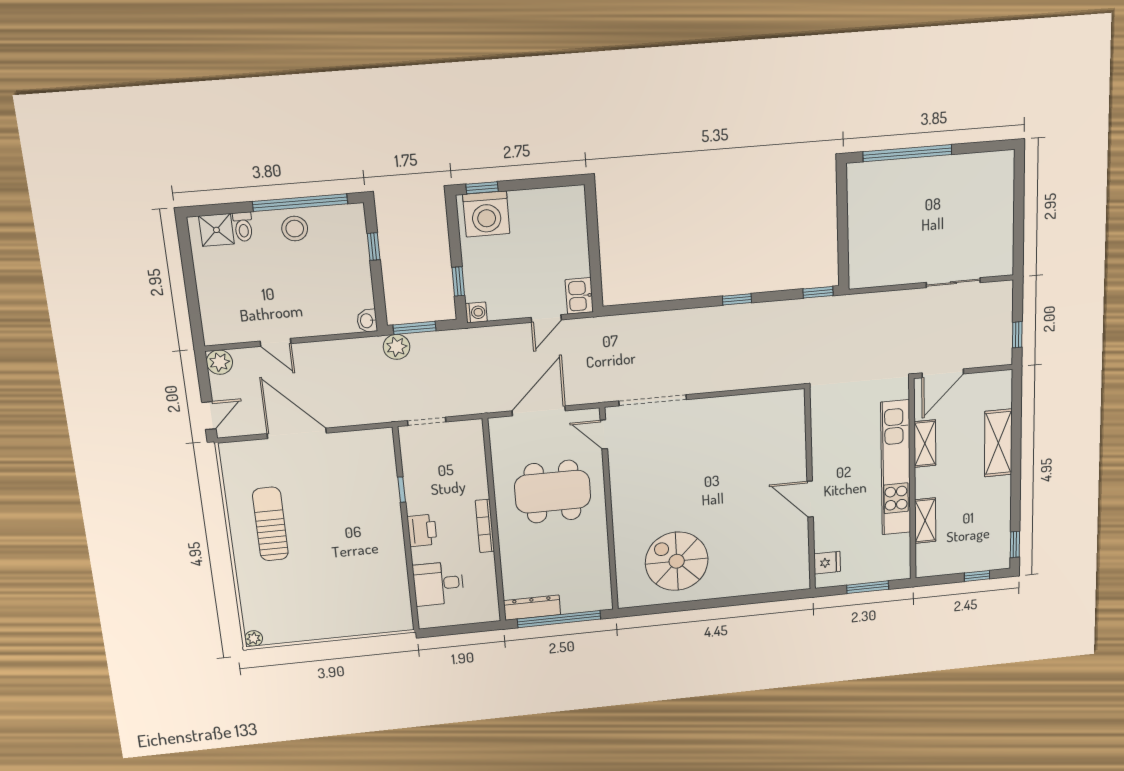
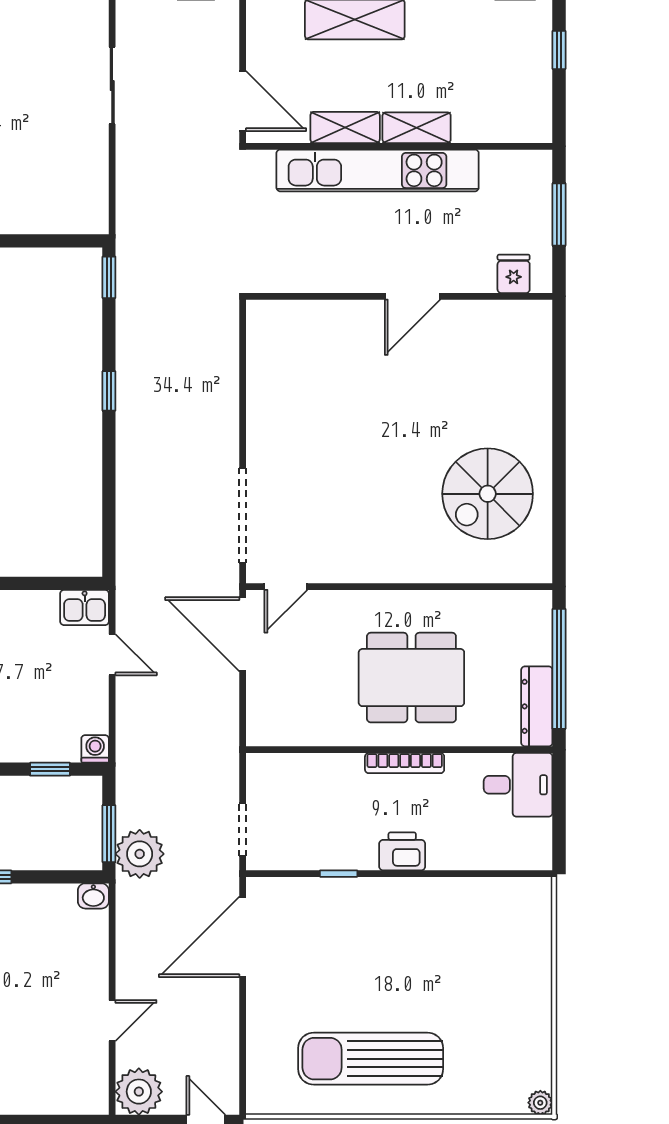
plant: (397, 347) -> (140, 854), width x1.36, depth x1.36
plant: (219, 362) -> (139, 1092), width x1.36, depth x1.36
door: (539, 411) -> (243, 634), moved
door: (297, 433) -> (243, 937), moved
dining table: (553, 492) -> (411, 678), moved, turned 90
shelving: (925, 521) -> (417, 128), moved
sun lounger: (270, 524) -> (371, 1059), width x1.36, depth x1.34
desk: (438, 584) -> (518, 785), moved, turned -90

